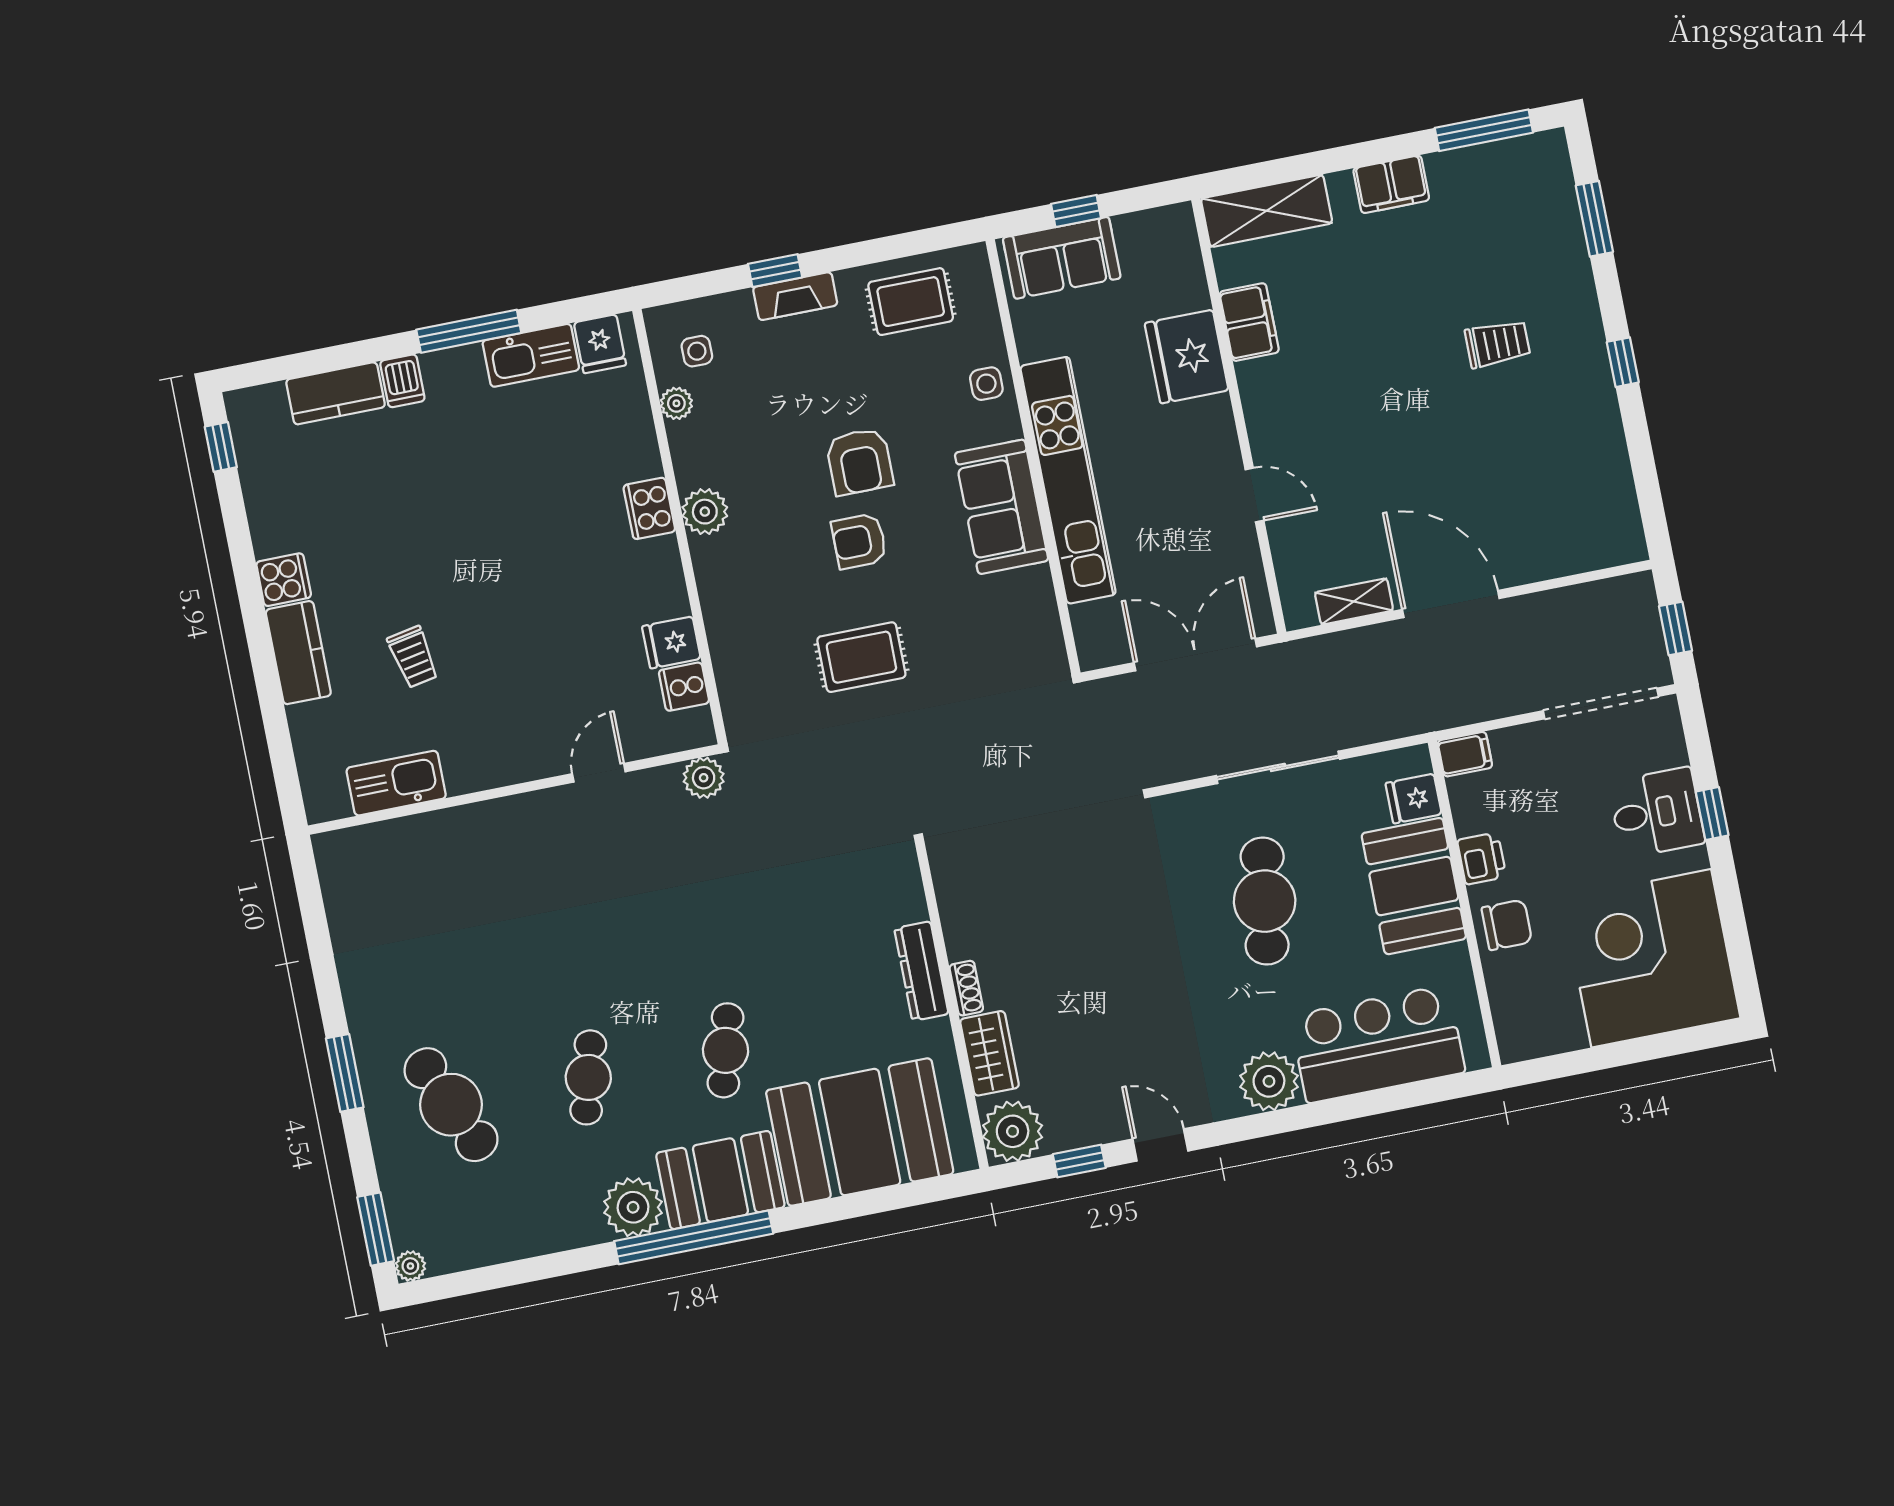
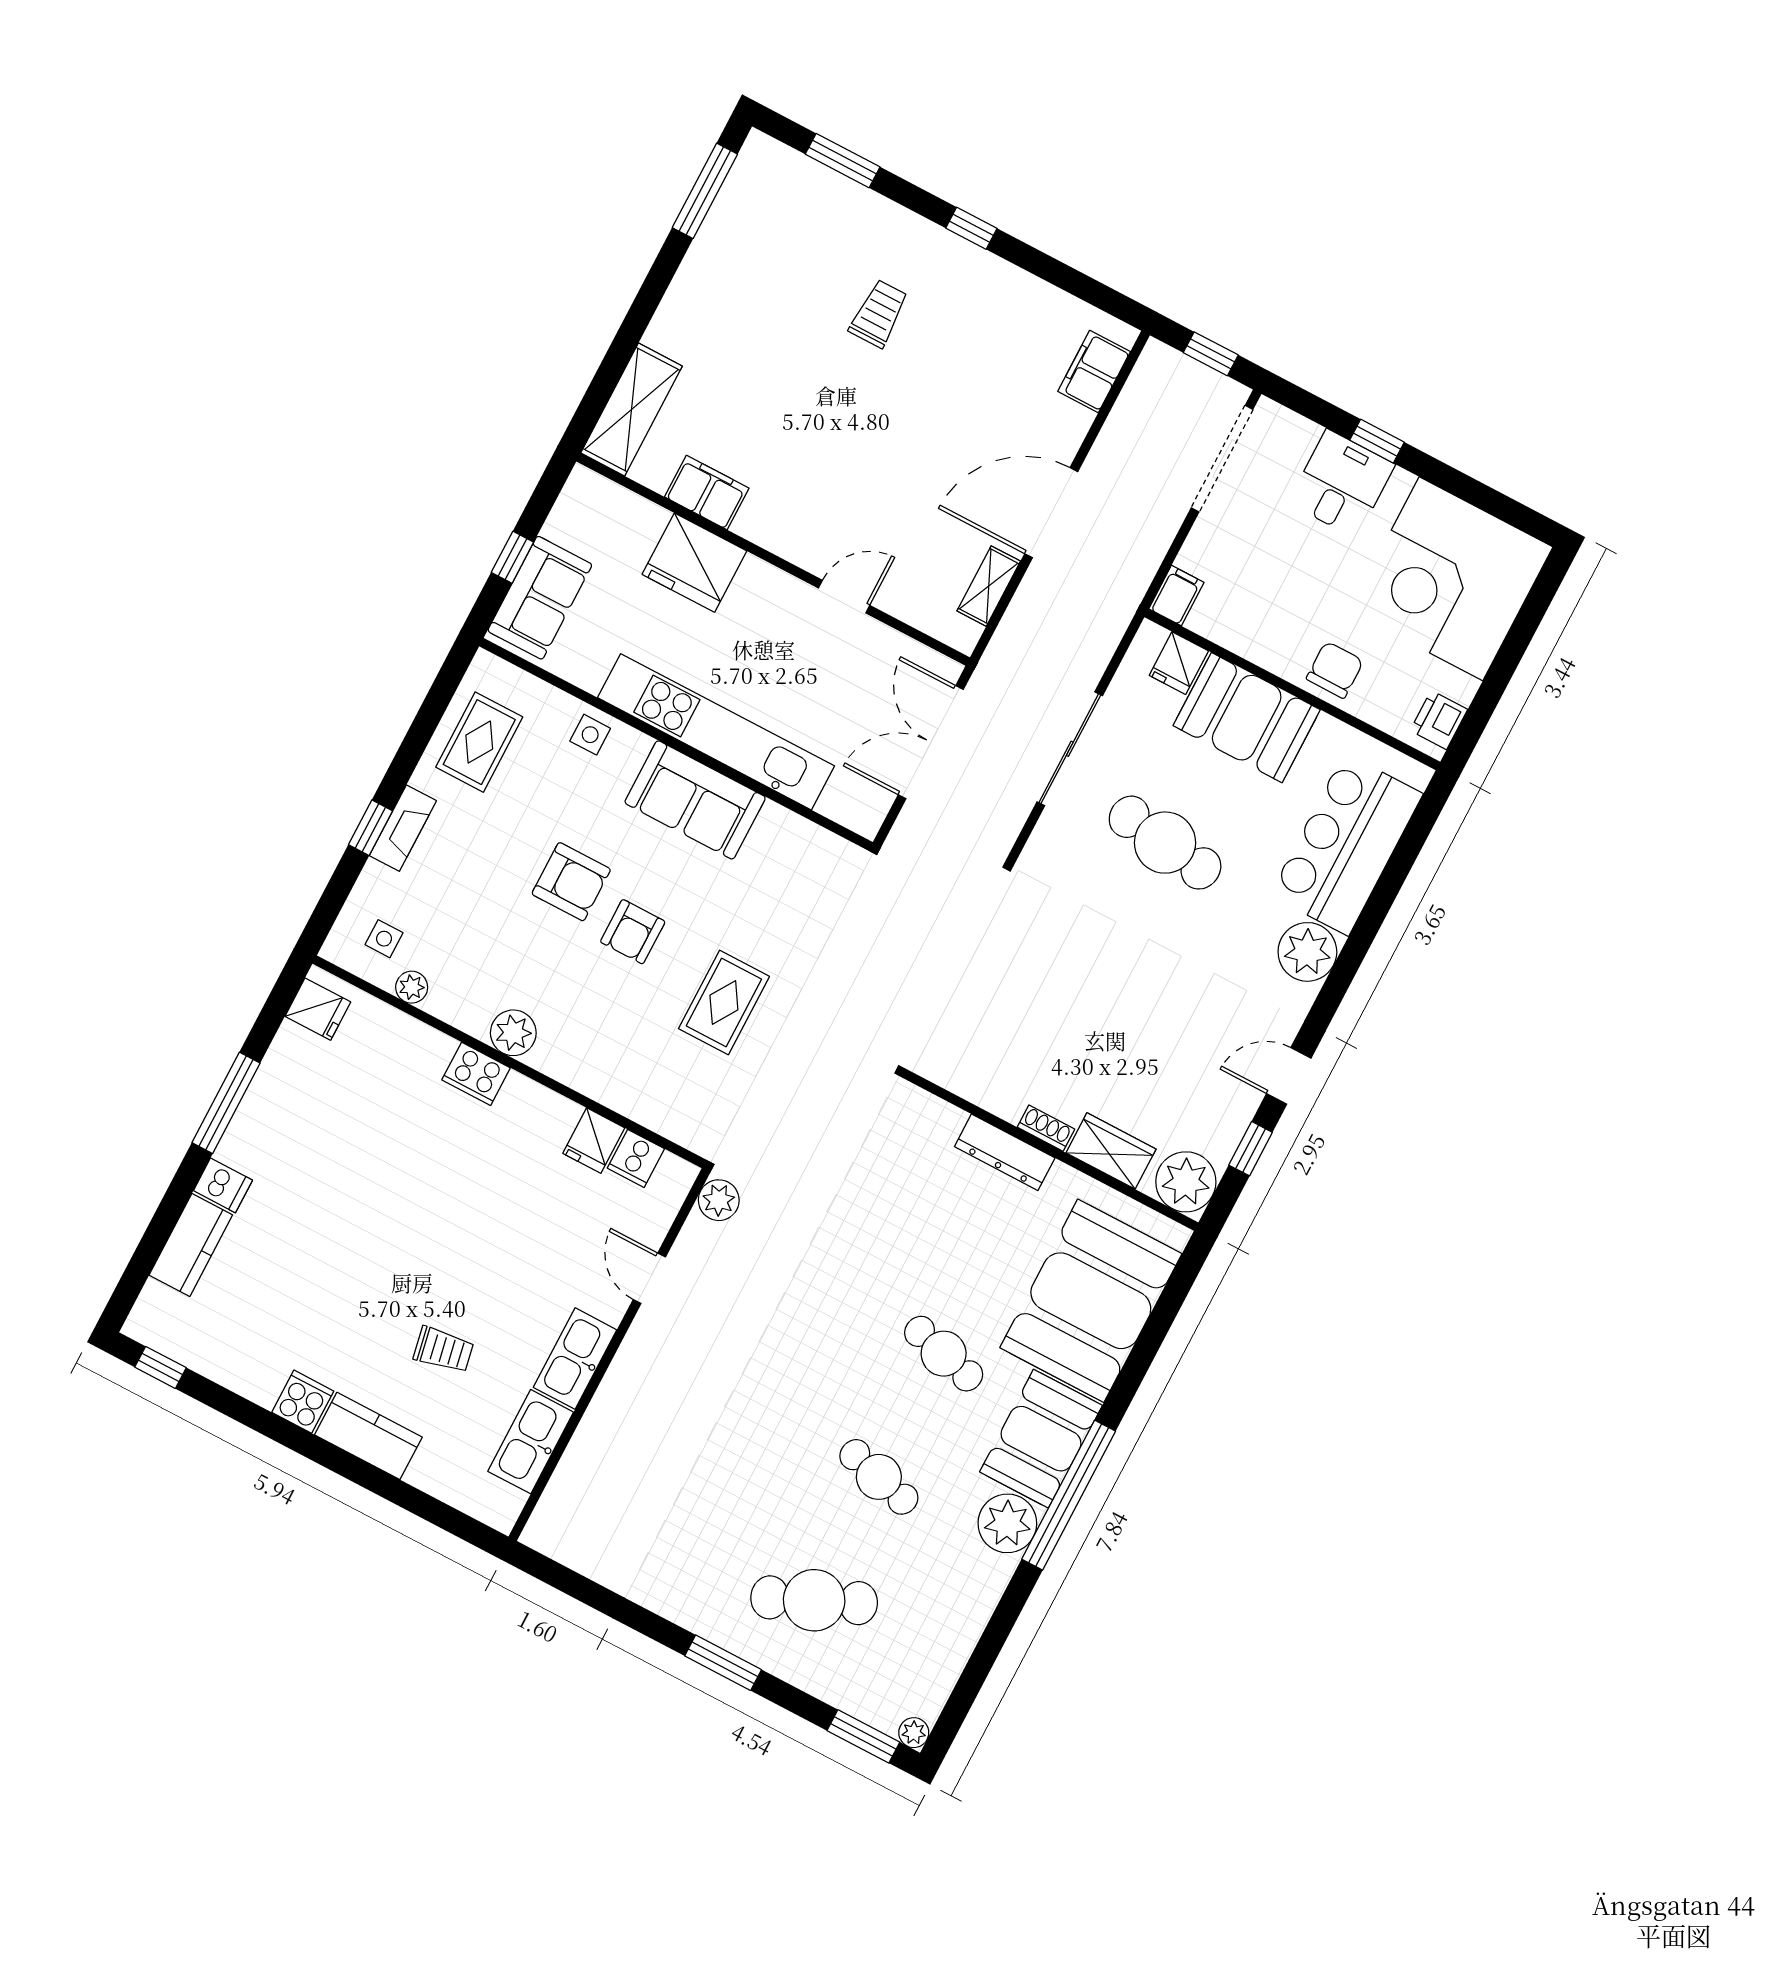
filing cabinet: (1391, 184) -> (1094, 372), moved, turned 180
kitchen sink: (531, 355) -> (575, 1359), moved, turned 180
printer: (1482, 858) -> (1439, 720), moved, turned -90

